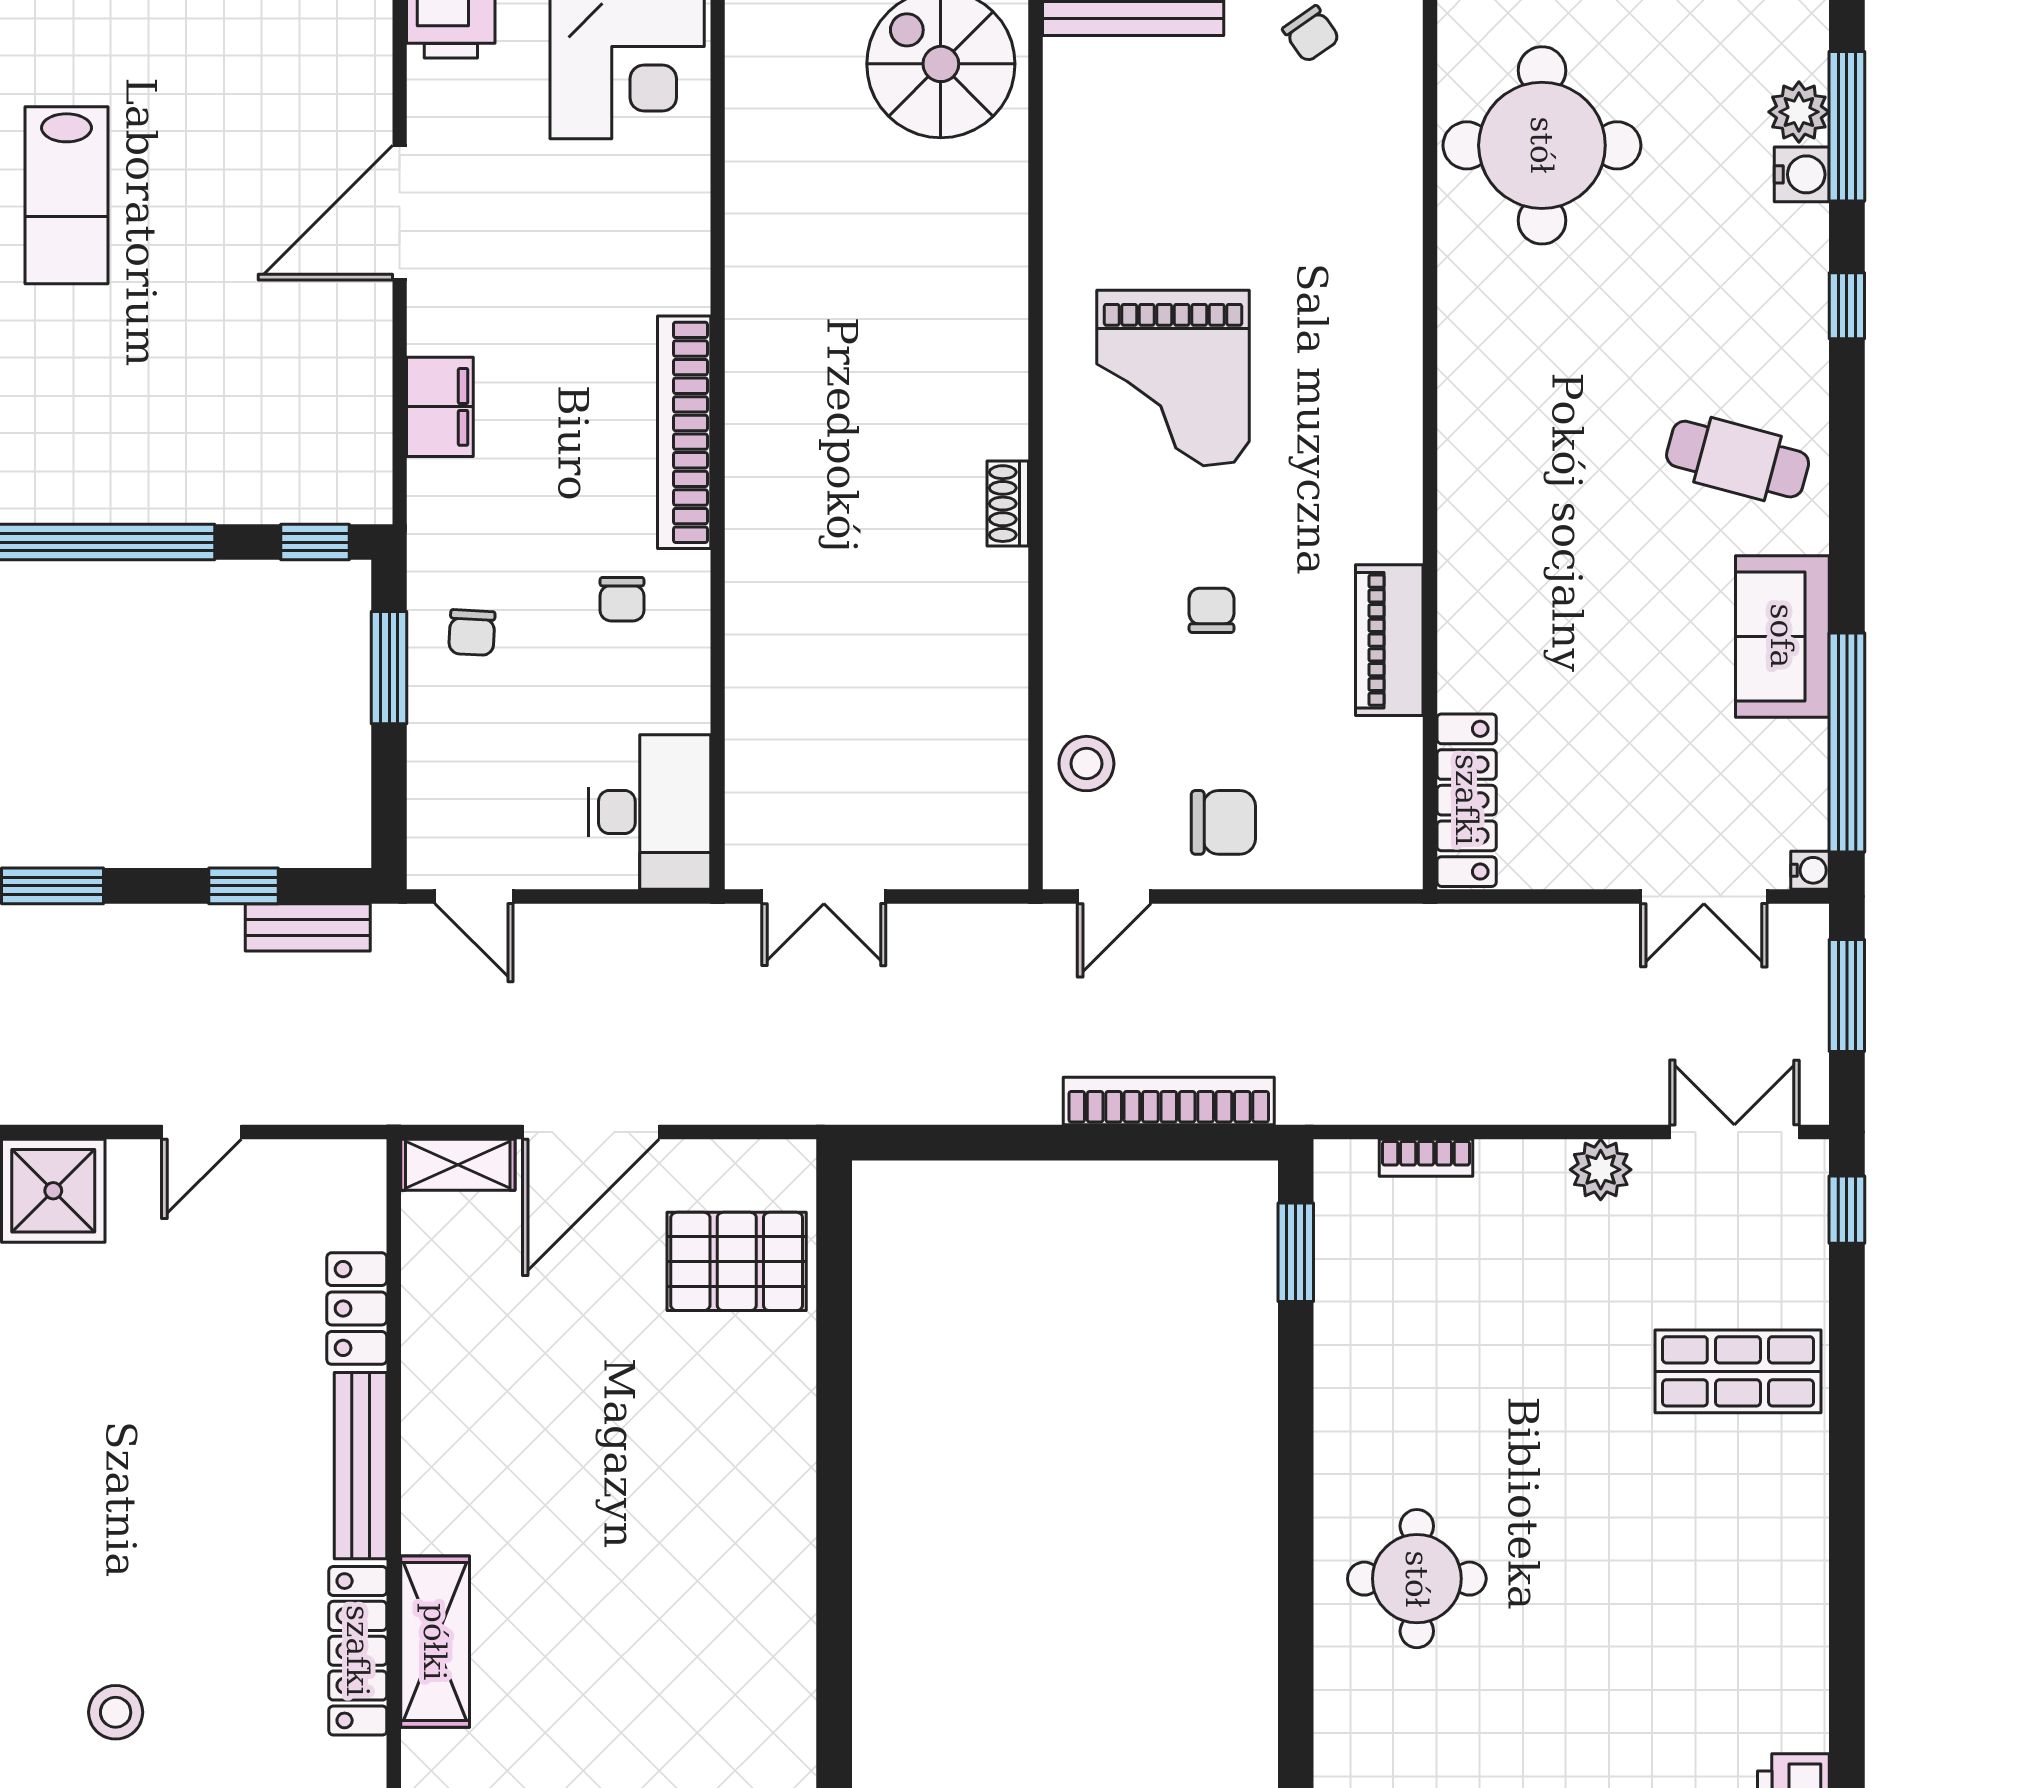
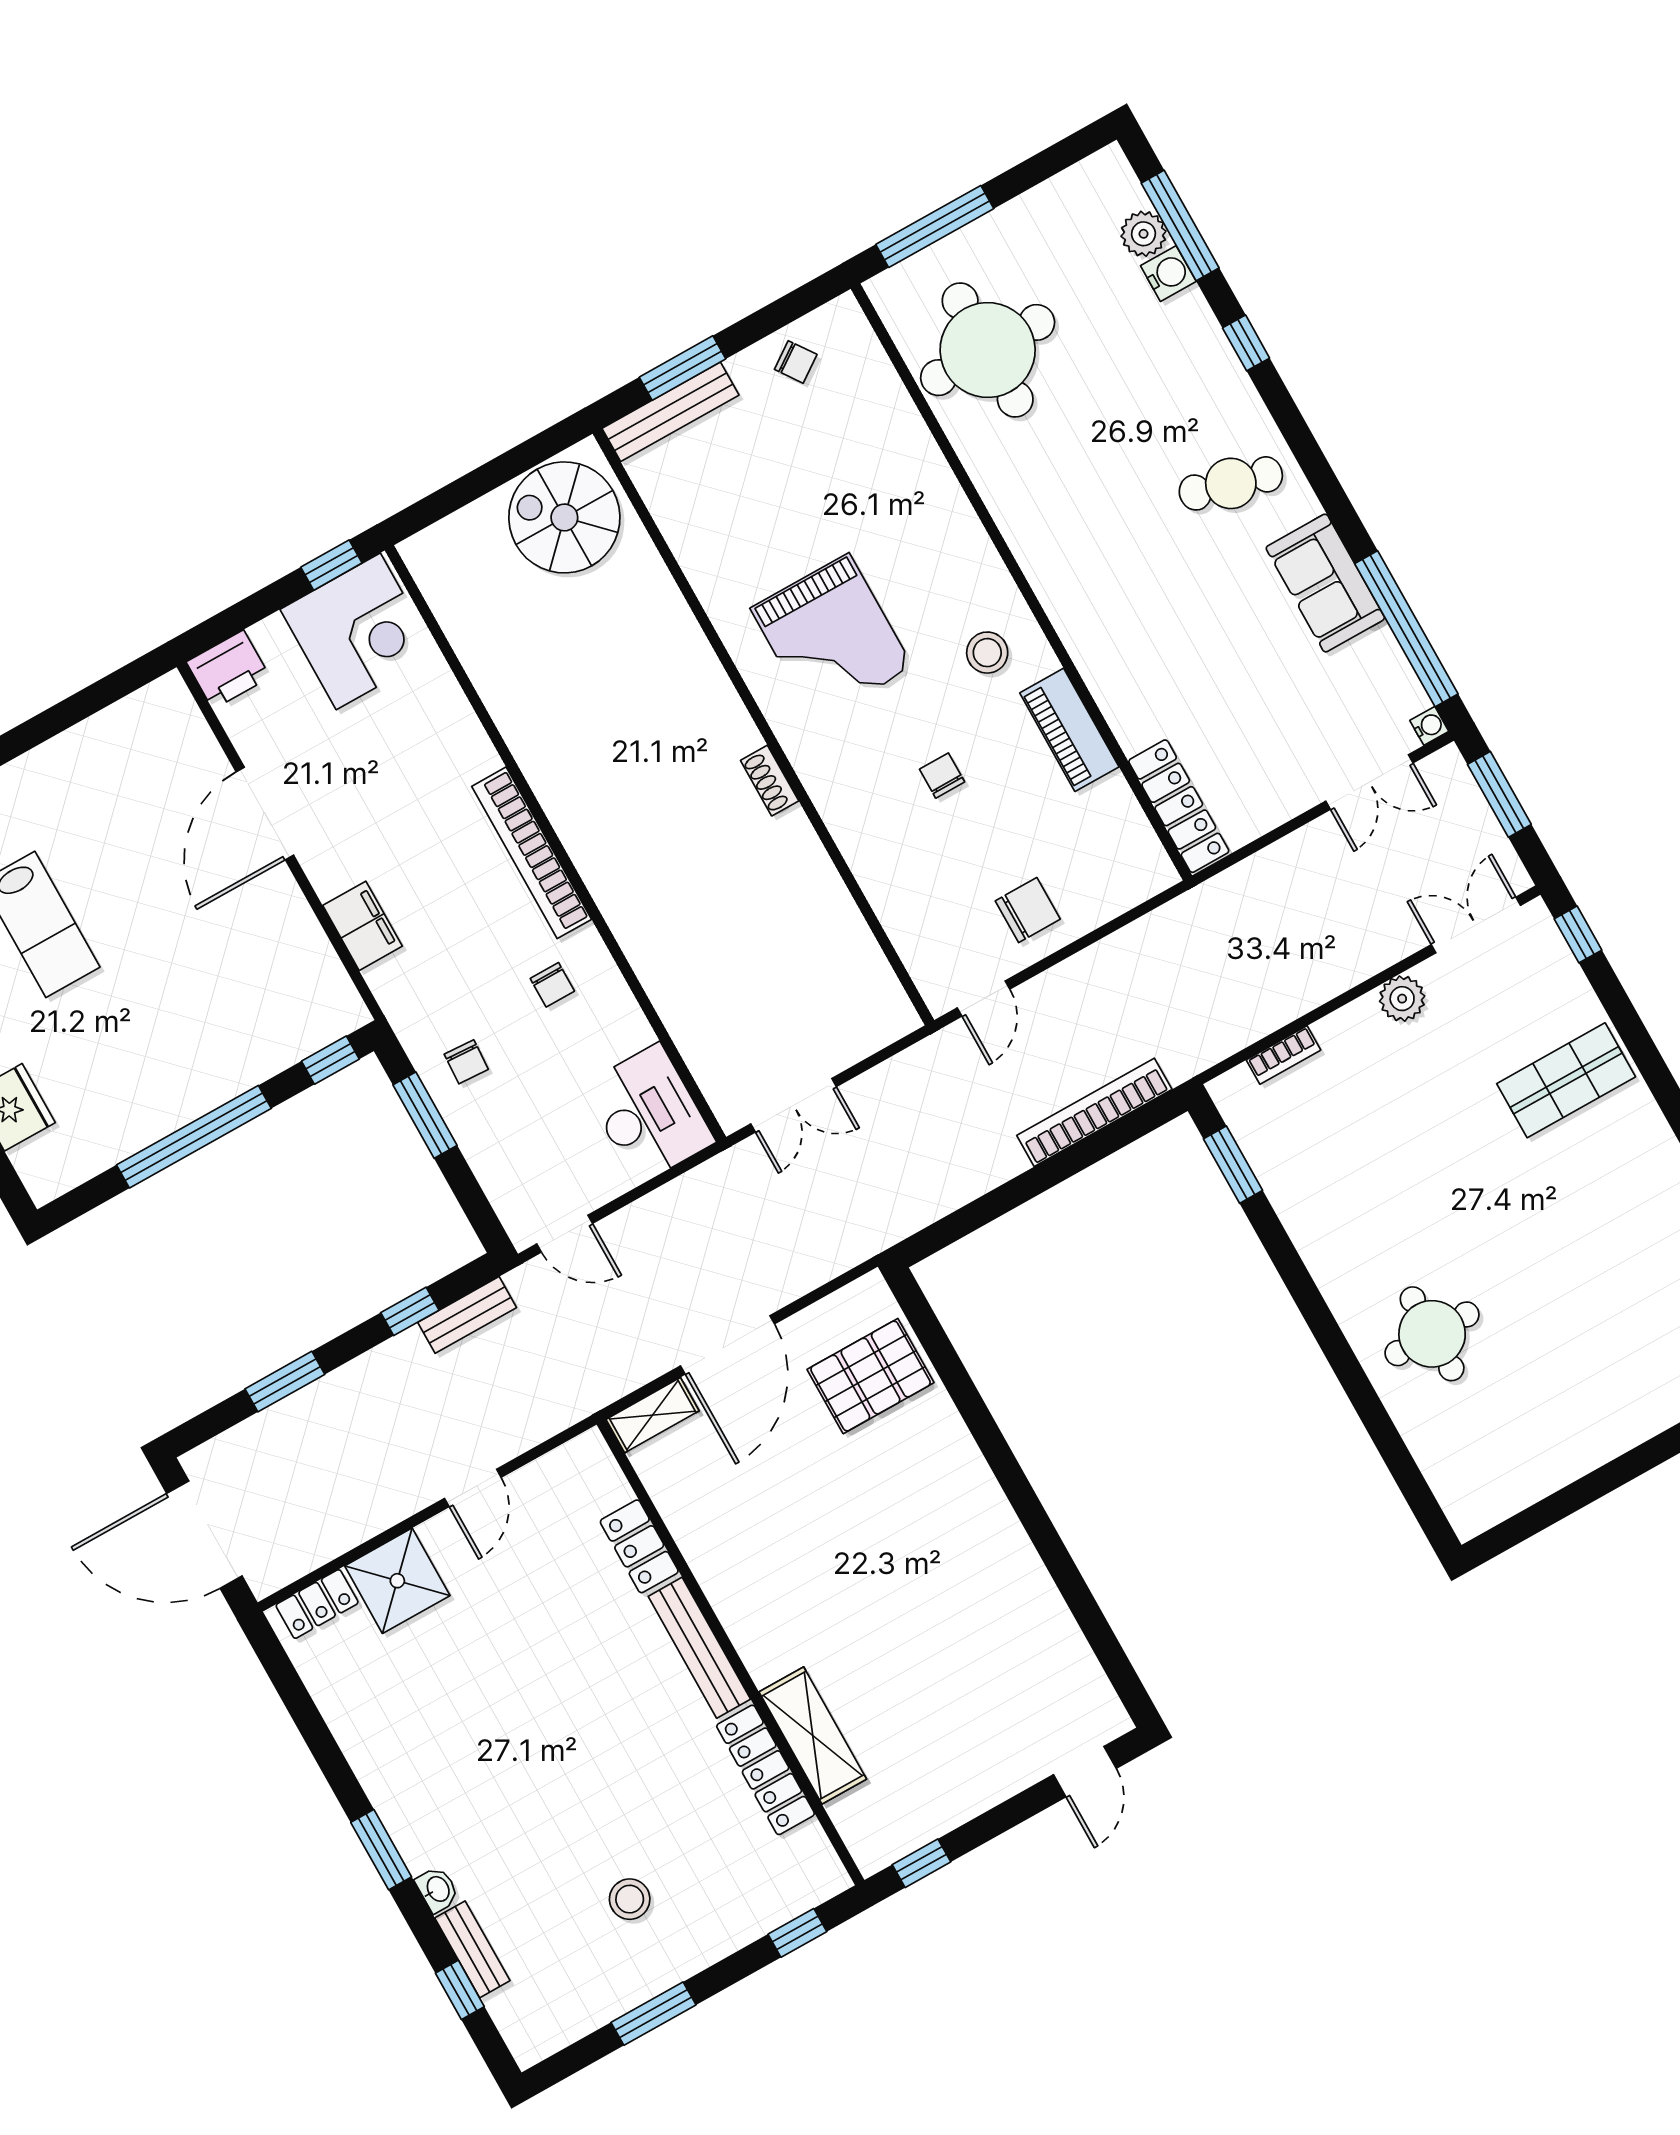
stool: (1086, 764) -> (987, 653), moved

